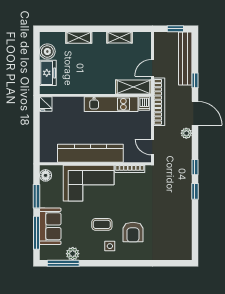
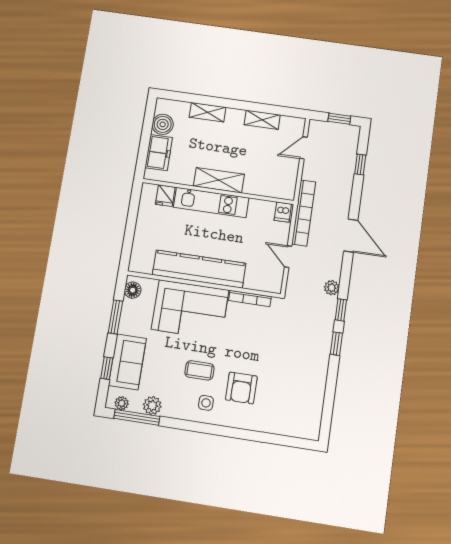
bench: (185, 58) -> (347, 160), removed
door: (152, 68) -> (304, 148), moved
window: (195, 80) -> (360, 164), moved
shelving: (133, 87) -> (219, 180), moved
fridge: (46, 104) -> (165, 196), moved
kitchen unit: (111, 104) -> (211, 203), moved
plant: (186, 133) -> (332, 288), moved
door: (152, 147) -> (288, 257), moved
window: (36, 233) -> (107, 368), width x0.46
plant: (51, 255) -> (122, 403), added

